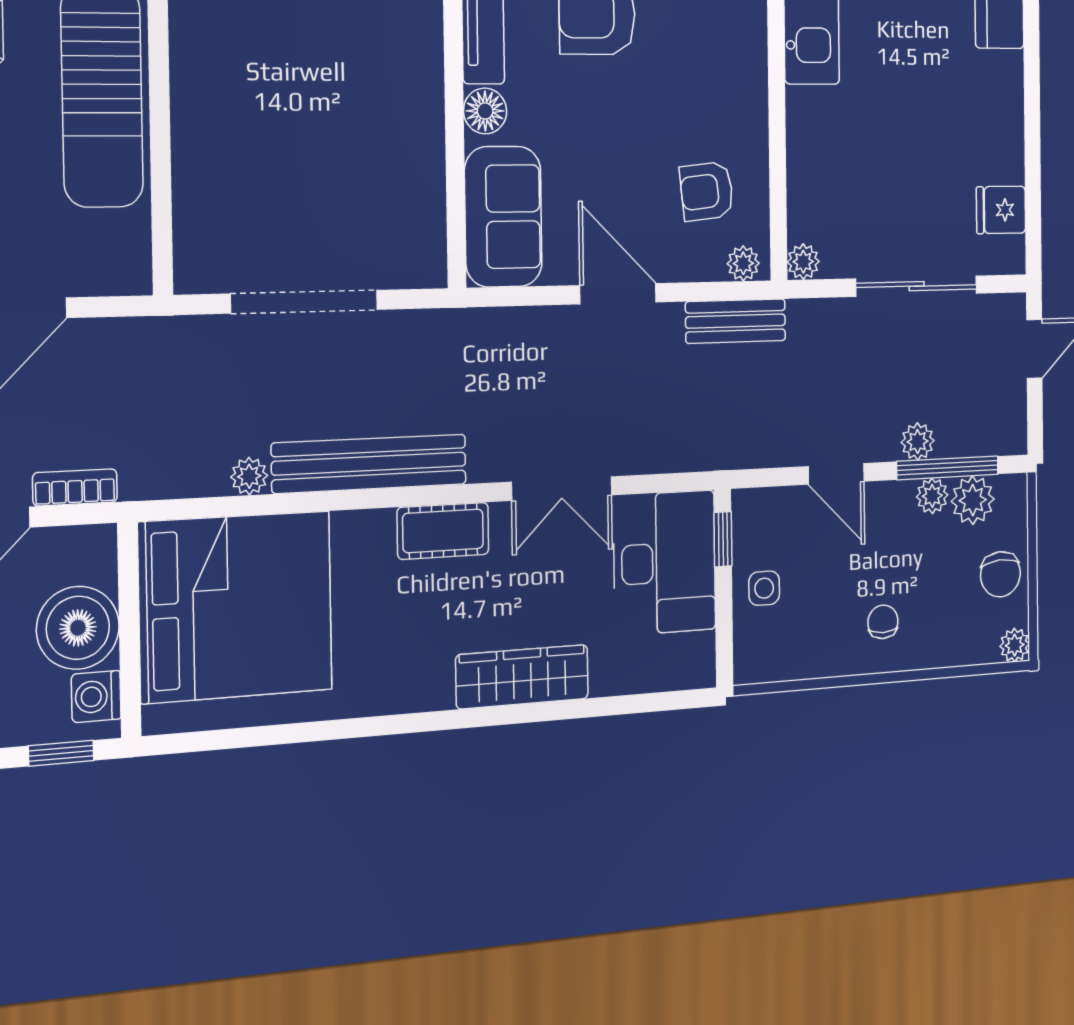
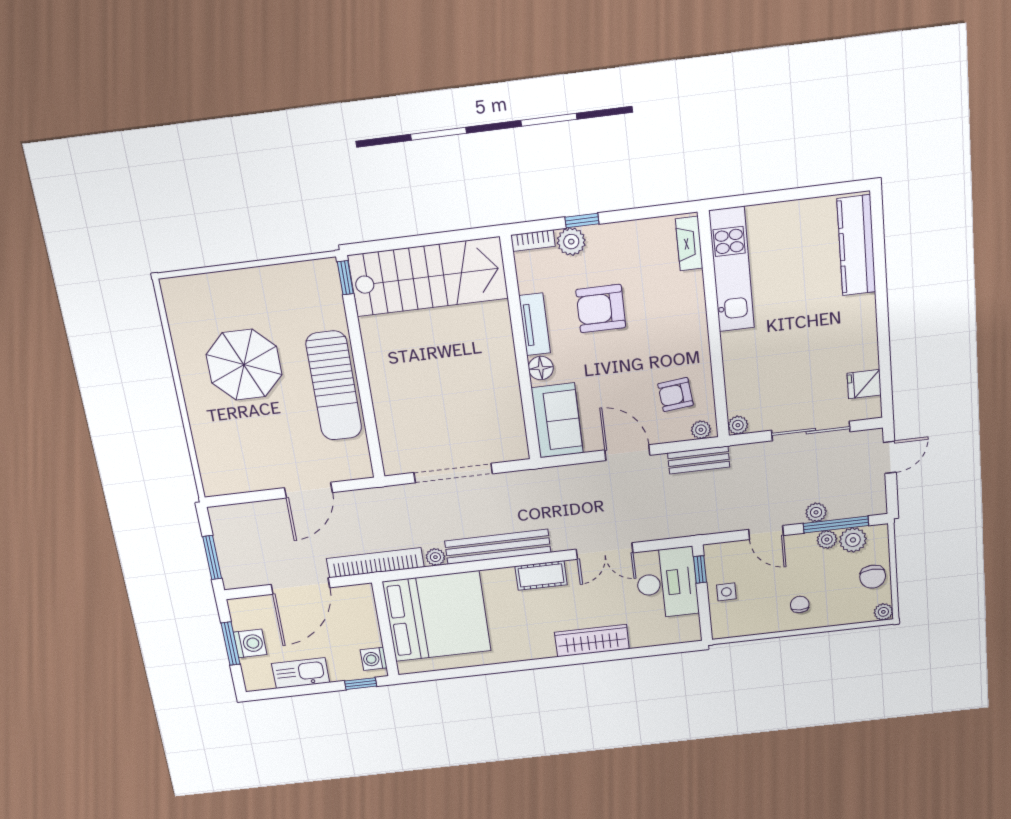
bookcase: (75, 487) -> (375, 563), width x2.31, depth x1.31
boiler: (78, 628) -> (360, 630), removed

